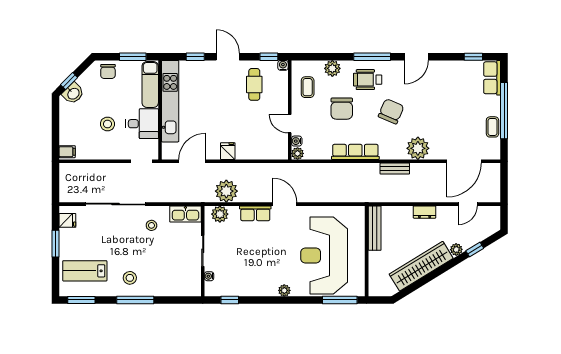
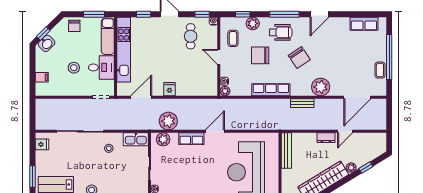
window: (473, 57) -> (243, 14), moved
row of seats: (492, 78) -> (364, 24), moved, turned -90
wheelchair: (368, 80) -> (281, 32), turned 180
chair: (342, 109) -> (260, 55), turned 90
chair: (391, 111) -> (299, 58), turned 123
door: (290, 124) -> (219, 57), moved
filing cabinet: (67, 152) -> (42, 77), moved
door: (285, 204) -> (215, 131), hinge flipped
door: (468, 204) -> (345, 131), moved
window: (55, 244) -> (32, 177), moved

